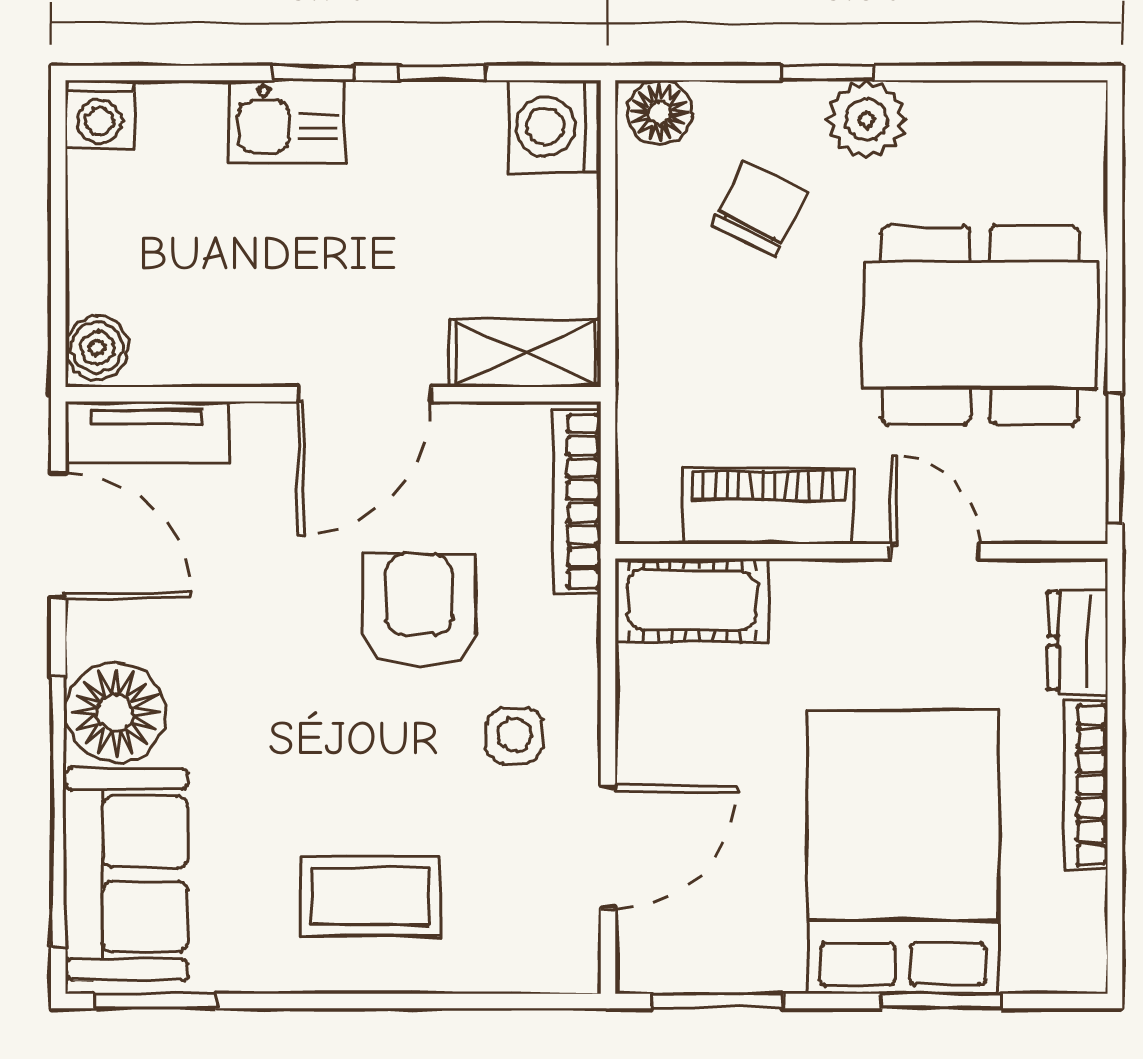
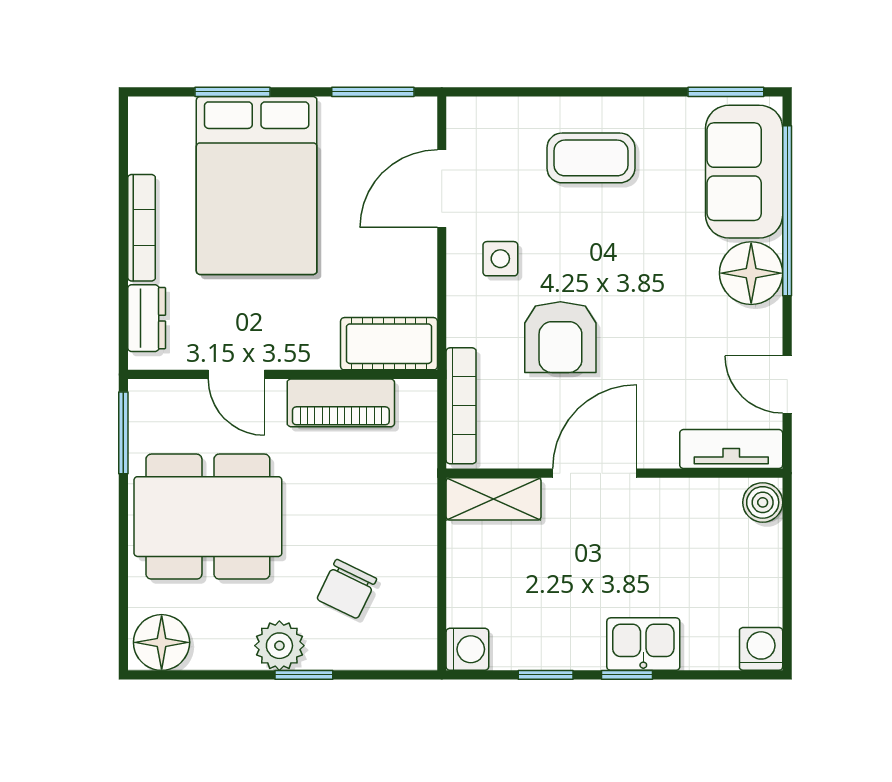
floor lamp: (659, 112) -> (162, 642), moved, width x1.38, depth x1.38
washing machine: (554, 126) -> (467, 649), width x0.73, depth x0.73
door: (58, 535) -> (787, 385), width x0.73

